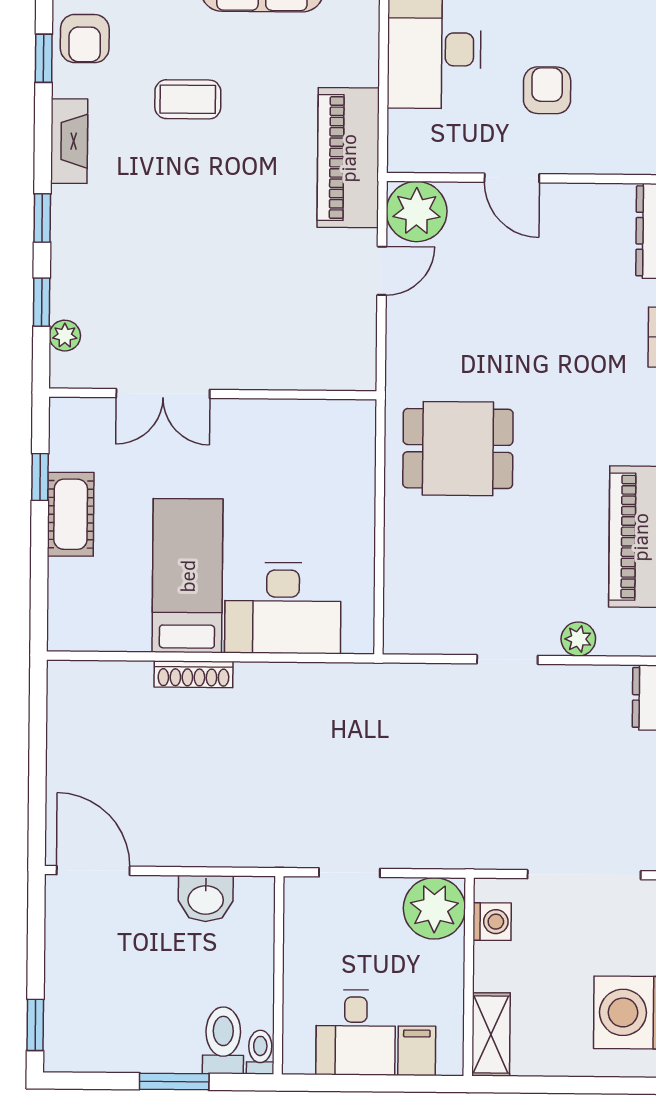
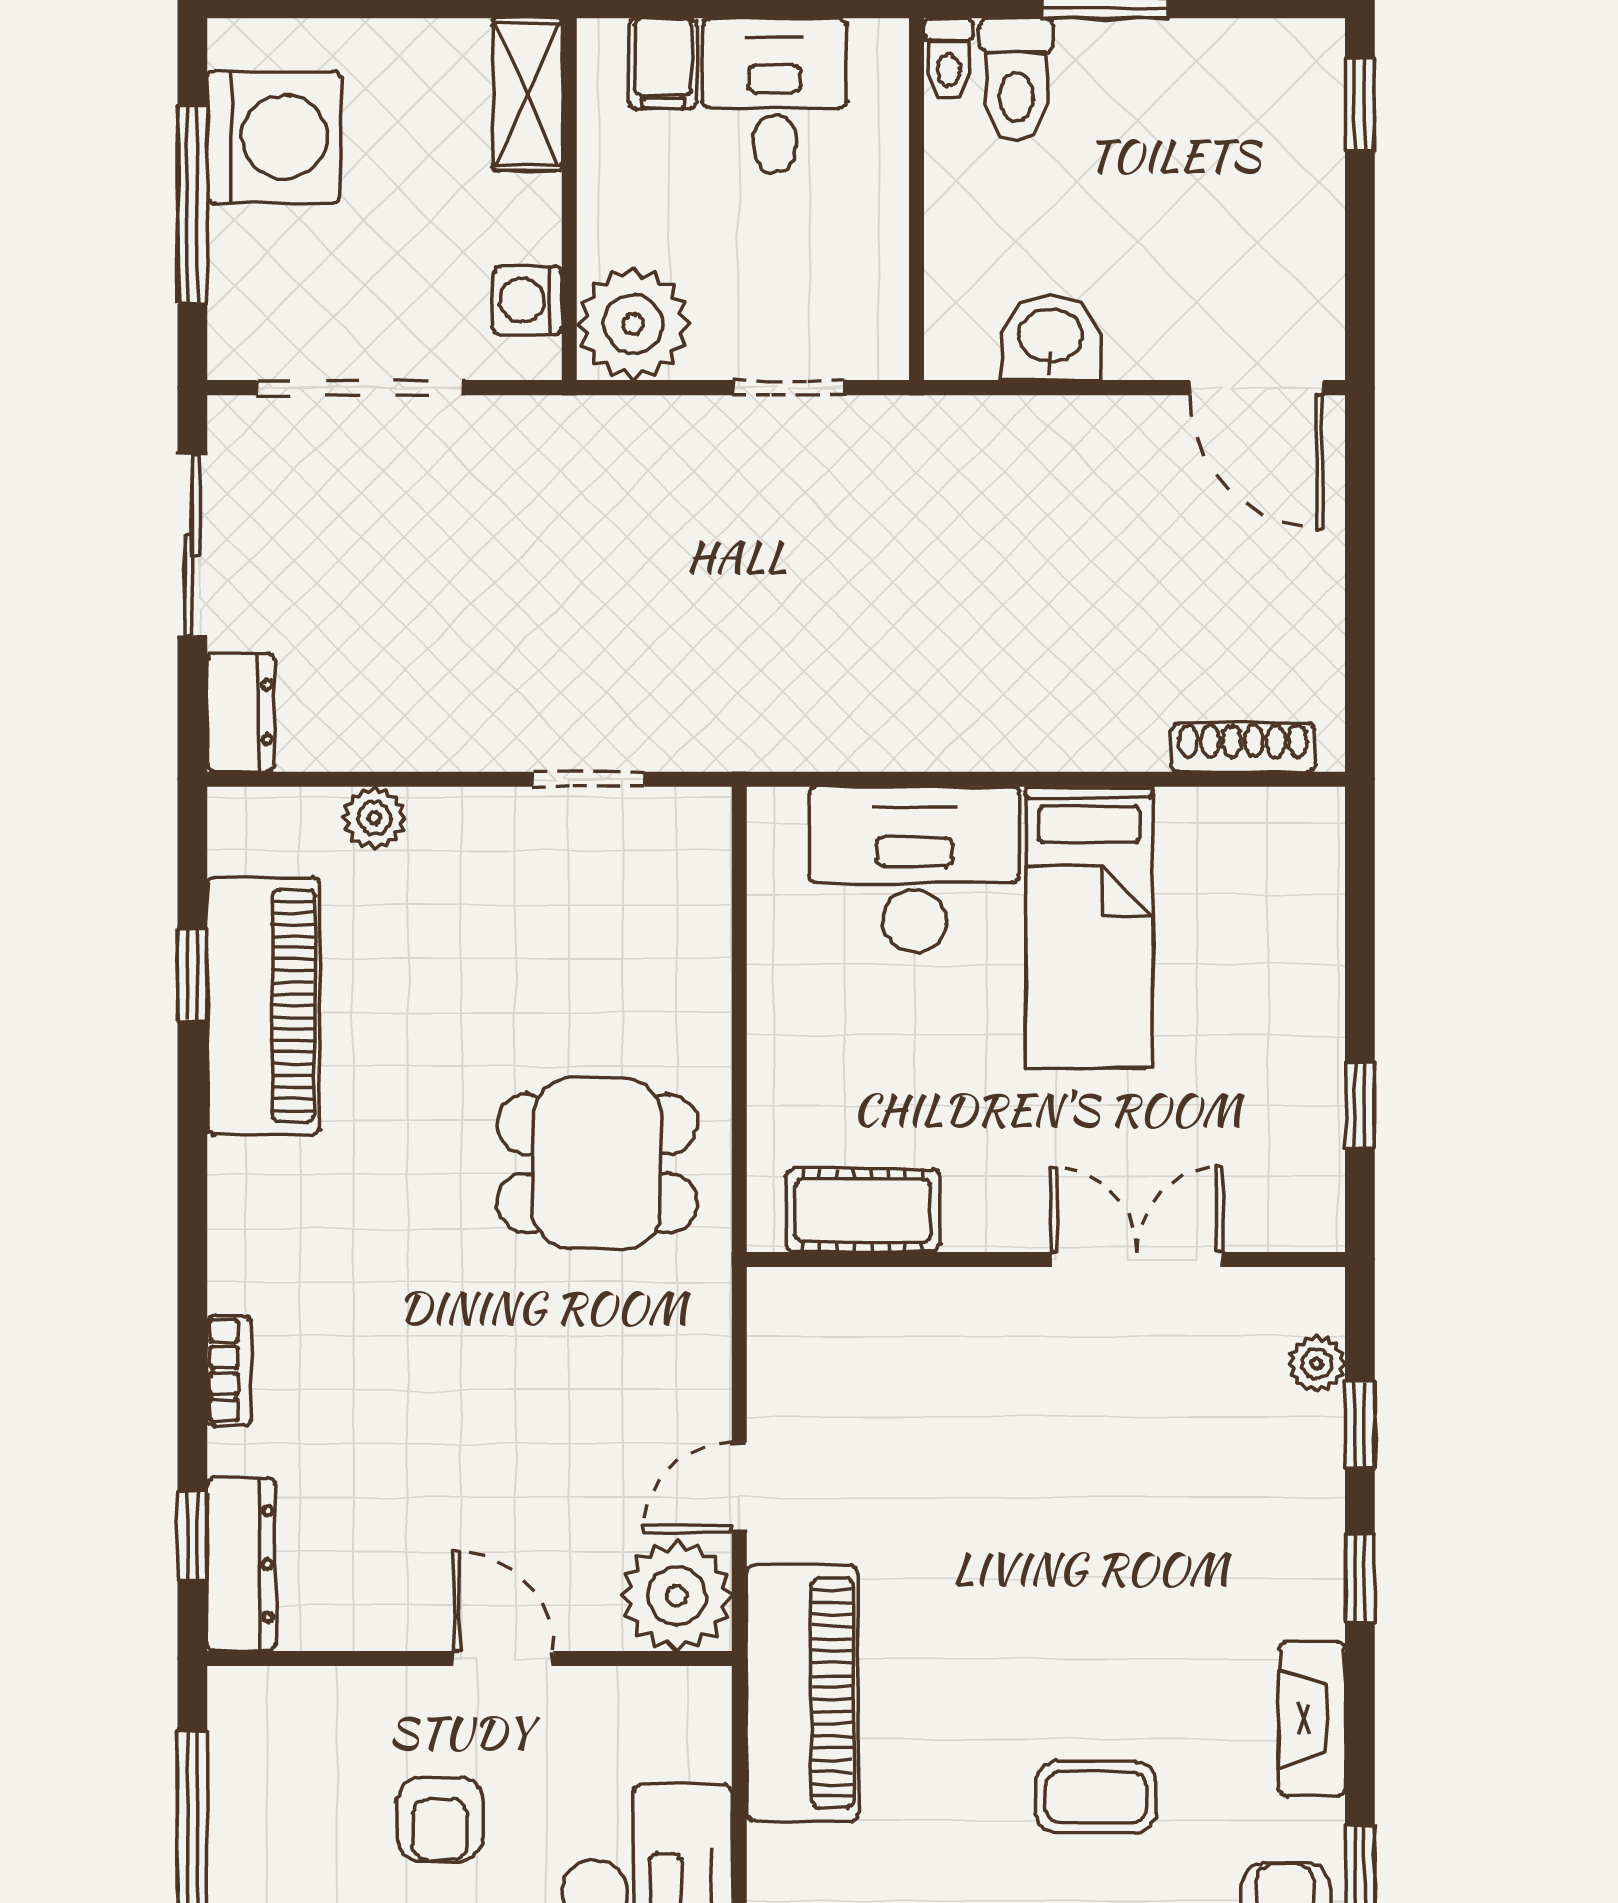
cot: (71, 514) -> (863, 1210), moved, turned 90
doorway: (507, 660) -> (589, 779), moved
shoe rack: (193, 674) -> (1243, 747), moved

